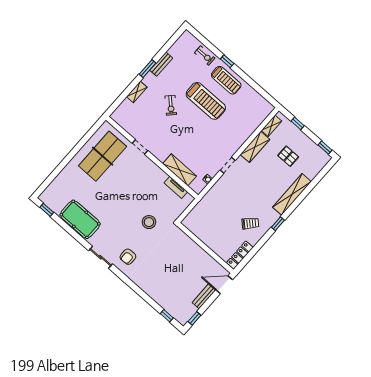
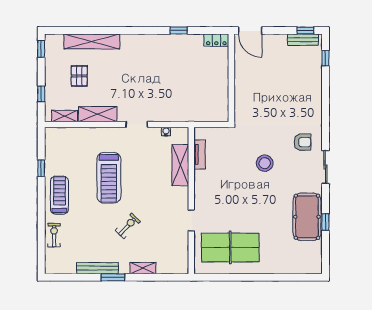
window: (227, 61) -> (41, 168), moved
bench: (161, 64) -> (98, 268), width x1.36
treadmill: (206, 101) -> (109, 178), moved, turned 180
shelving: (292, 194) -> (92, 41), moved
window: (47, 210) -> (325, 222), moved
stool: (149, 222) -> (265, 163), moved
trolley: (250, 223) -> (172, 56), removed
window: (278, 224) -> (179, 30), moved
locker: (240, 255) -> (216, 40), width x0.66
bench: (204, 296) -> (303, 40), moved

